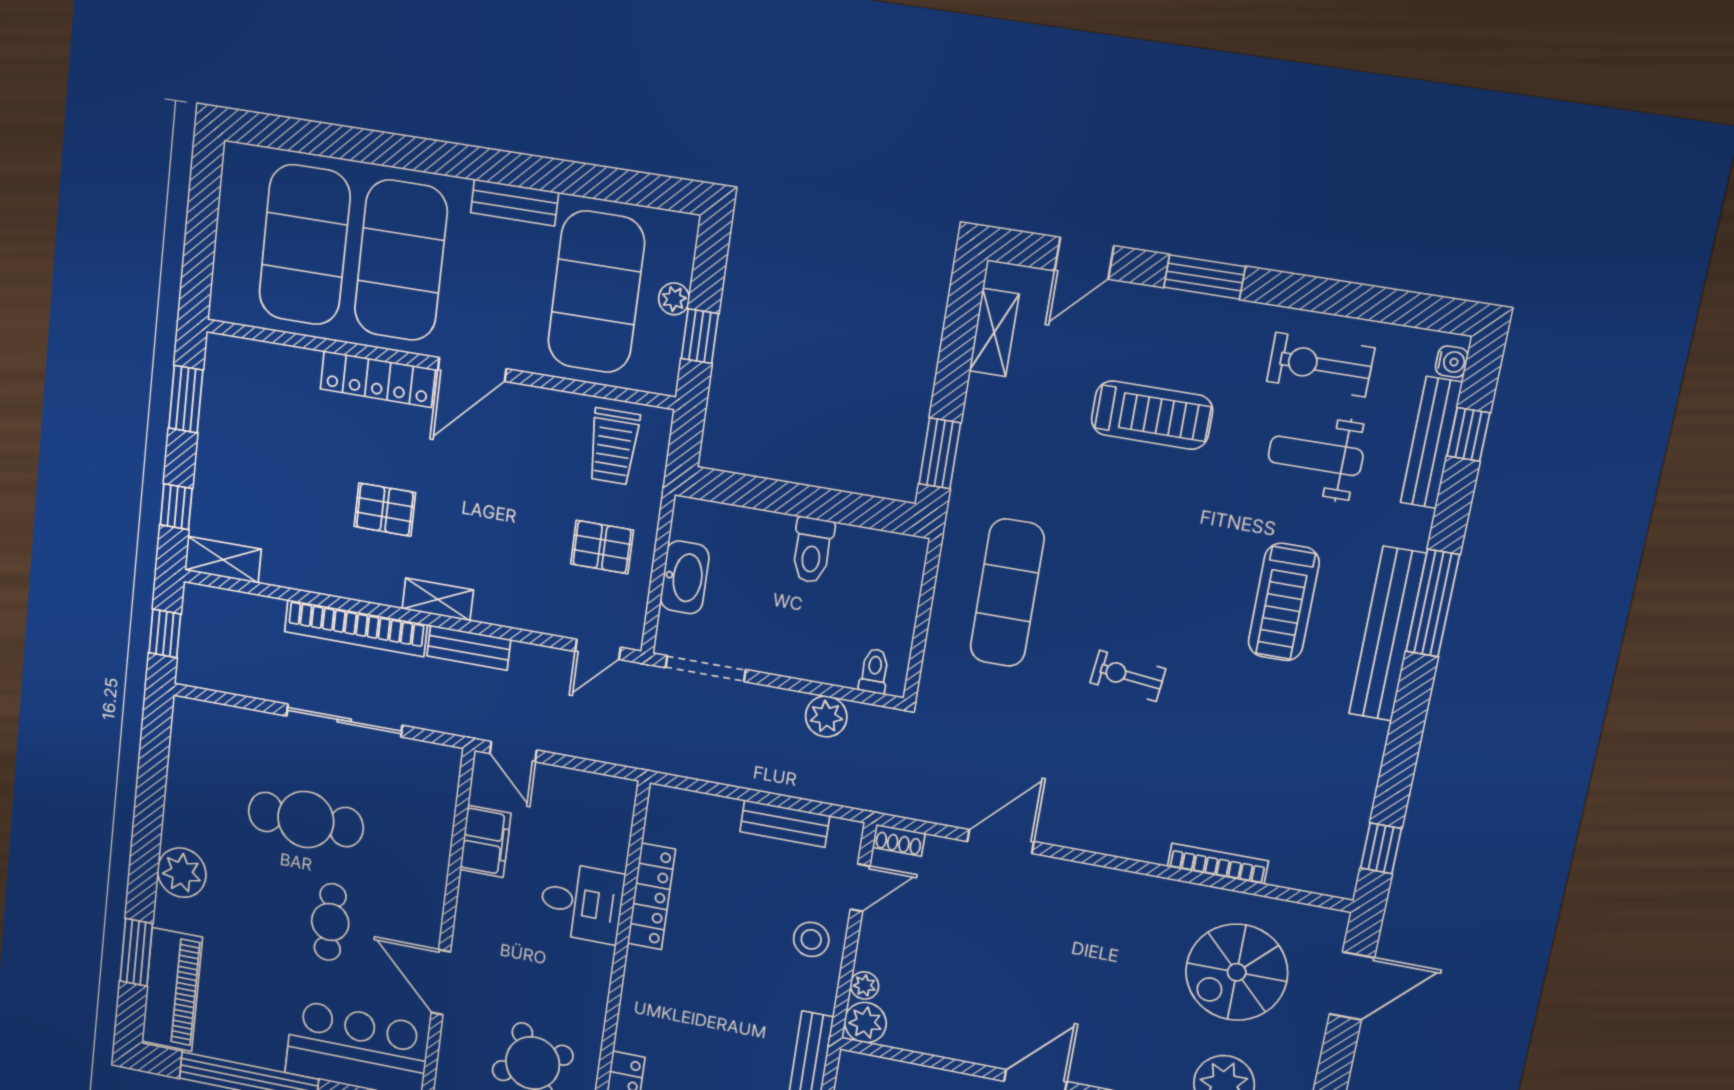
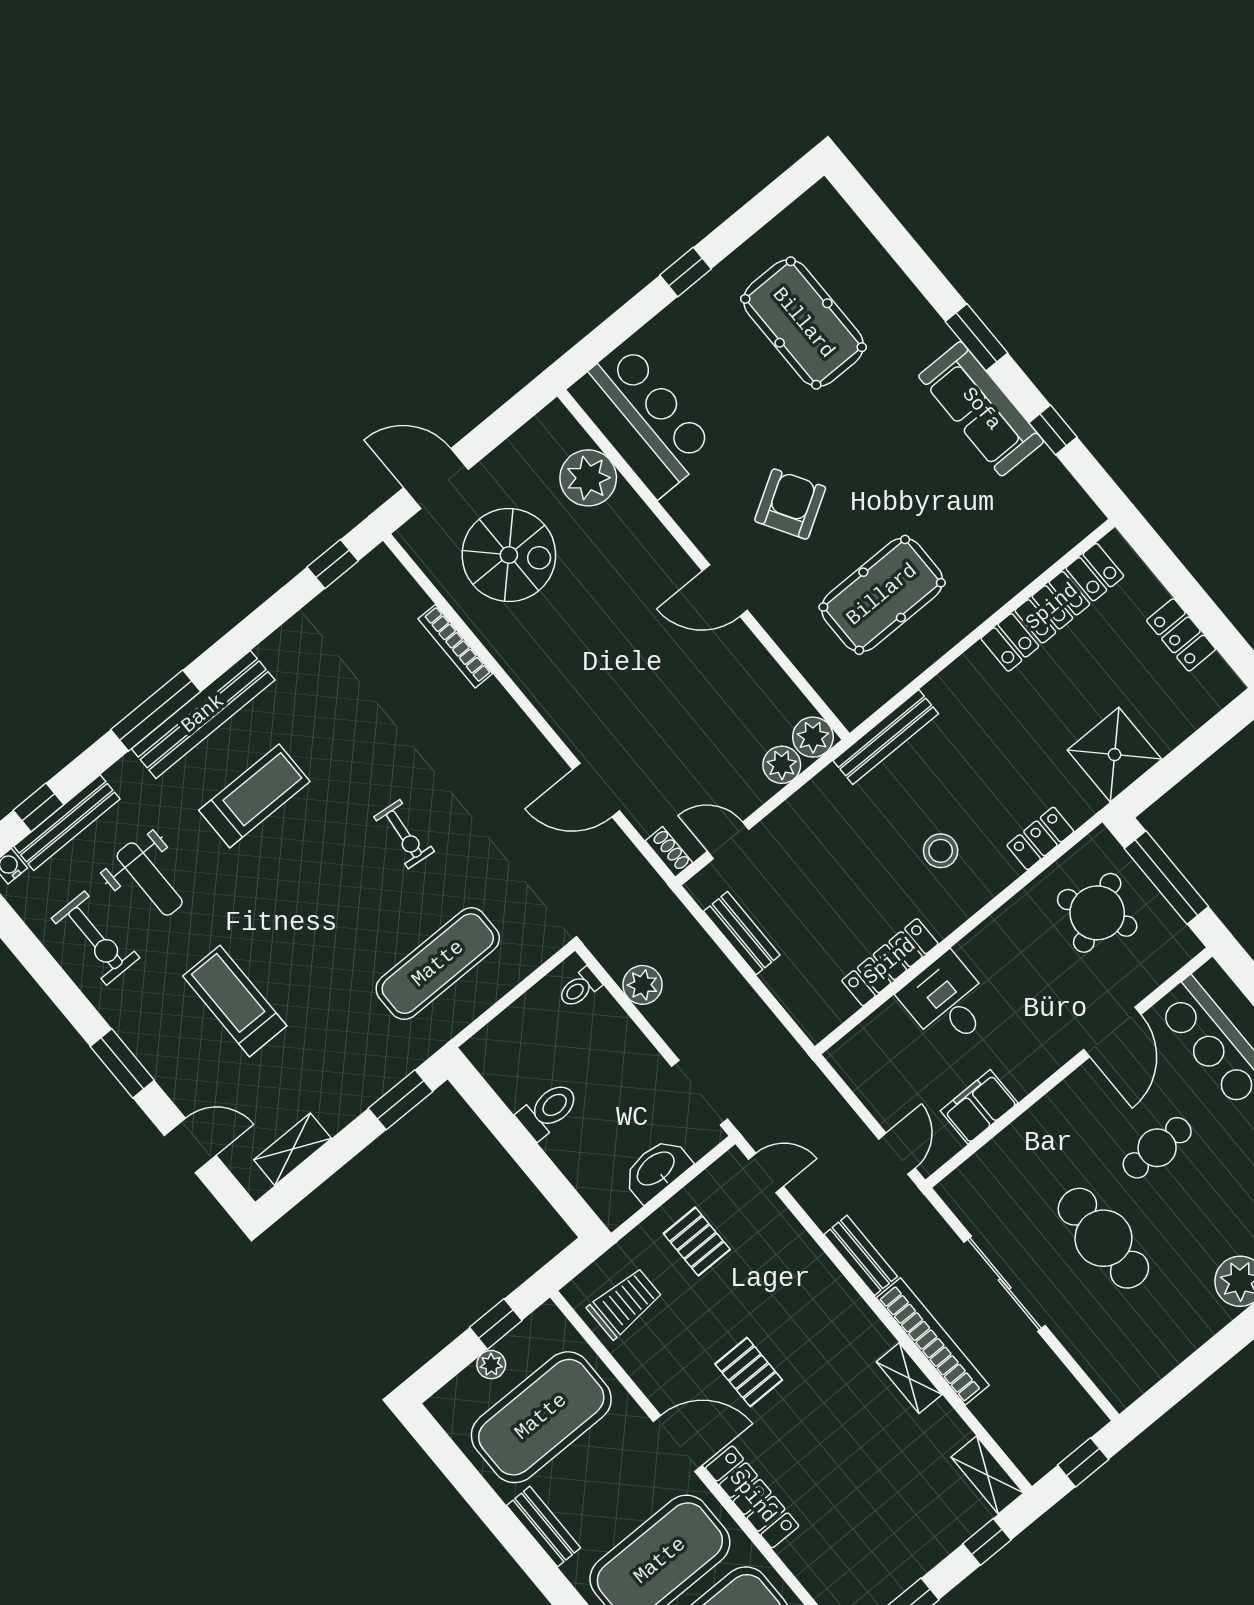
pallet: (385, 510) -> (749, 1372), moved
shelving: (438, 599) -> (909, 1378), moved
stool: (811, 939) -> (941, 851), moved
plant: (864, 985) -> (782, 765), width x1.38, depth x1.38

